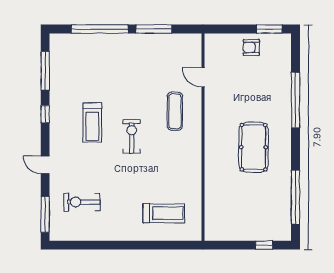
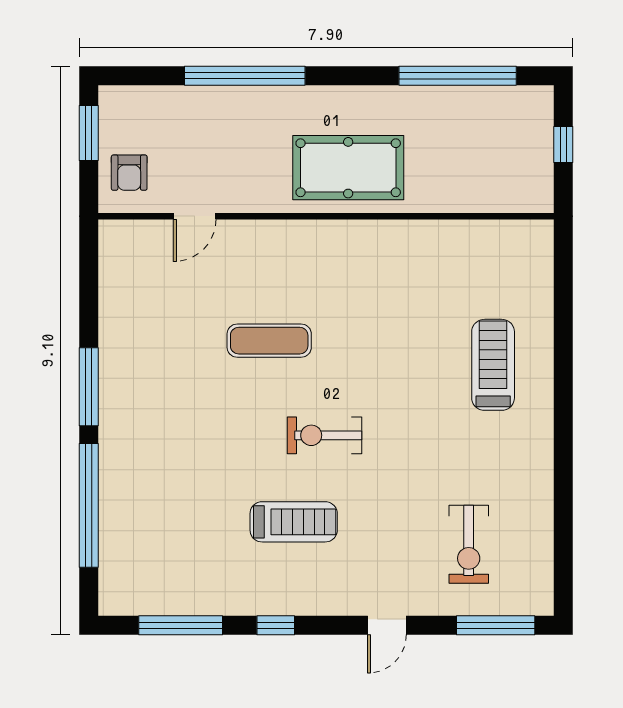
door: (203, 77) -> (195, 216), moved
wall: (203, 137) -> (326, 216), moved

